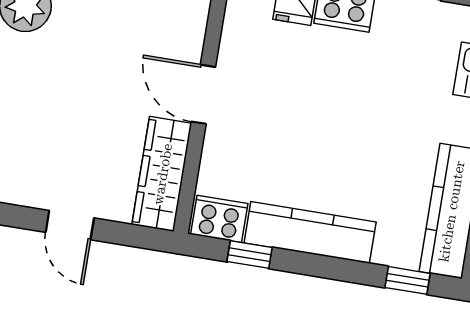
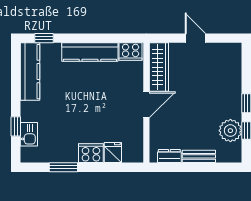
door: (203, 94) -> (146, 105), hinge flipped
window: (250, 255) -> (115, 38), removed

